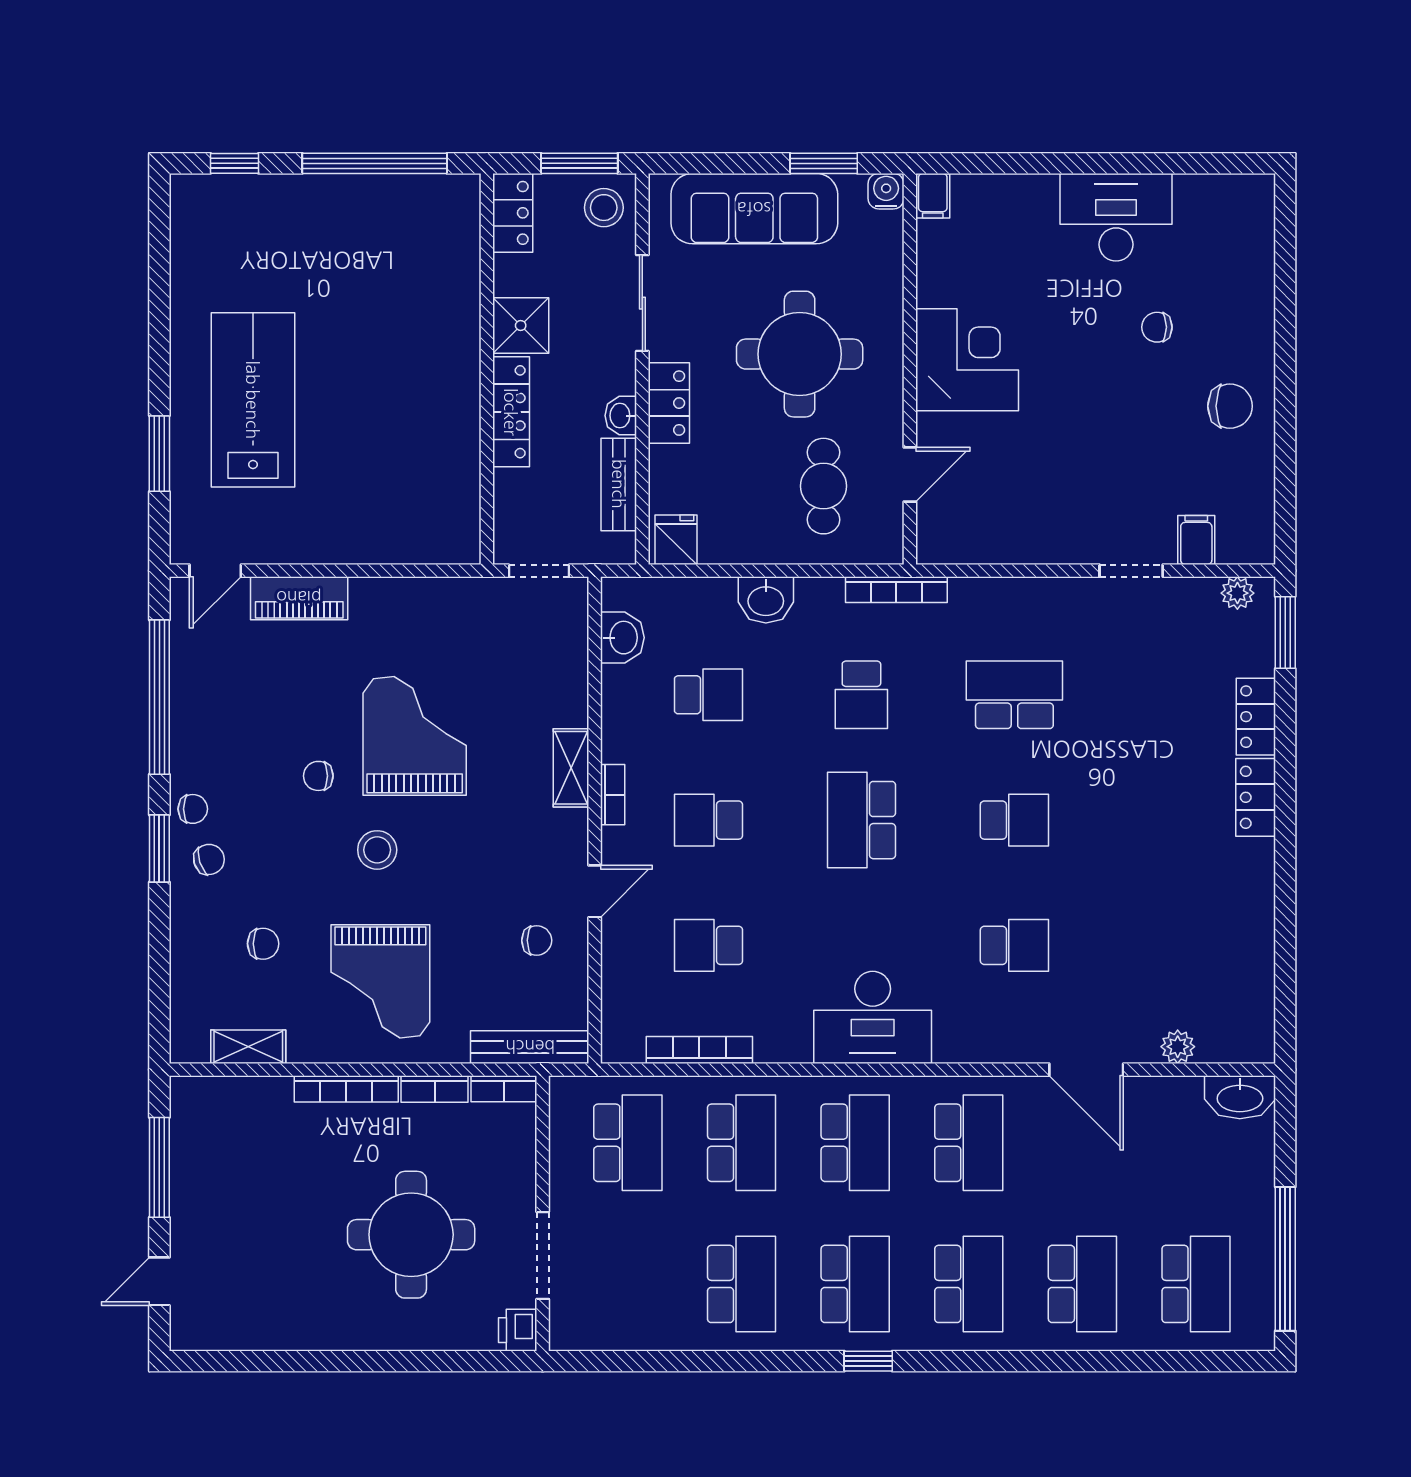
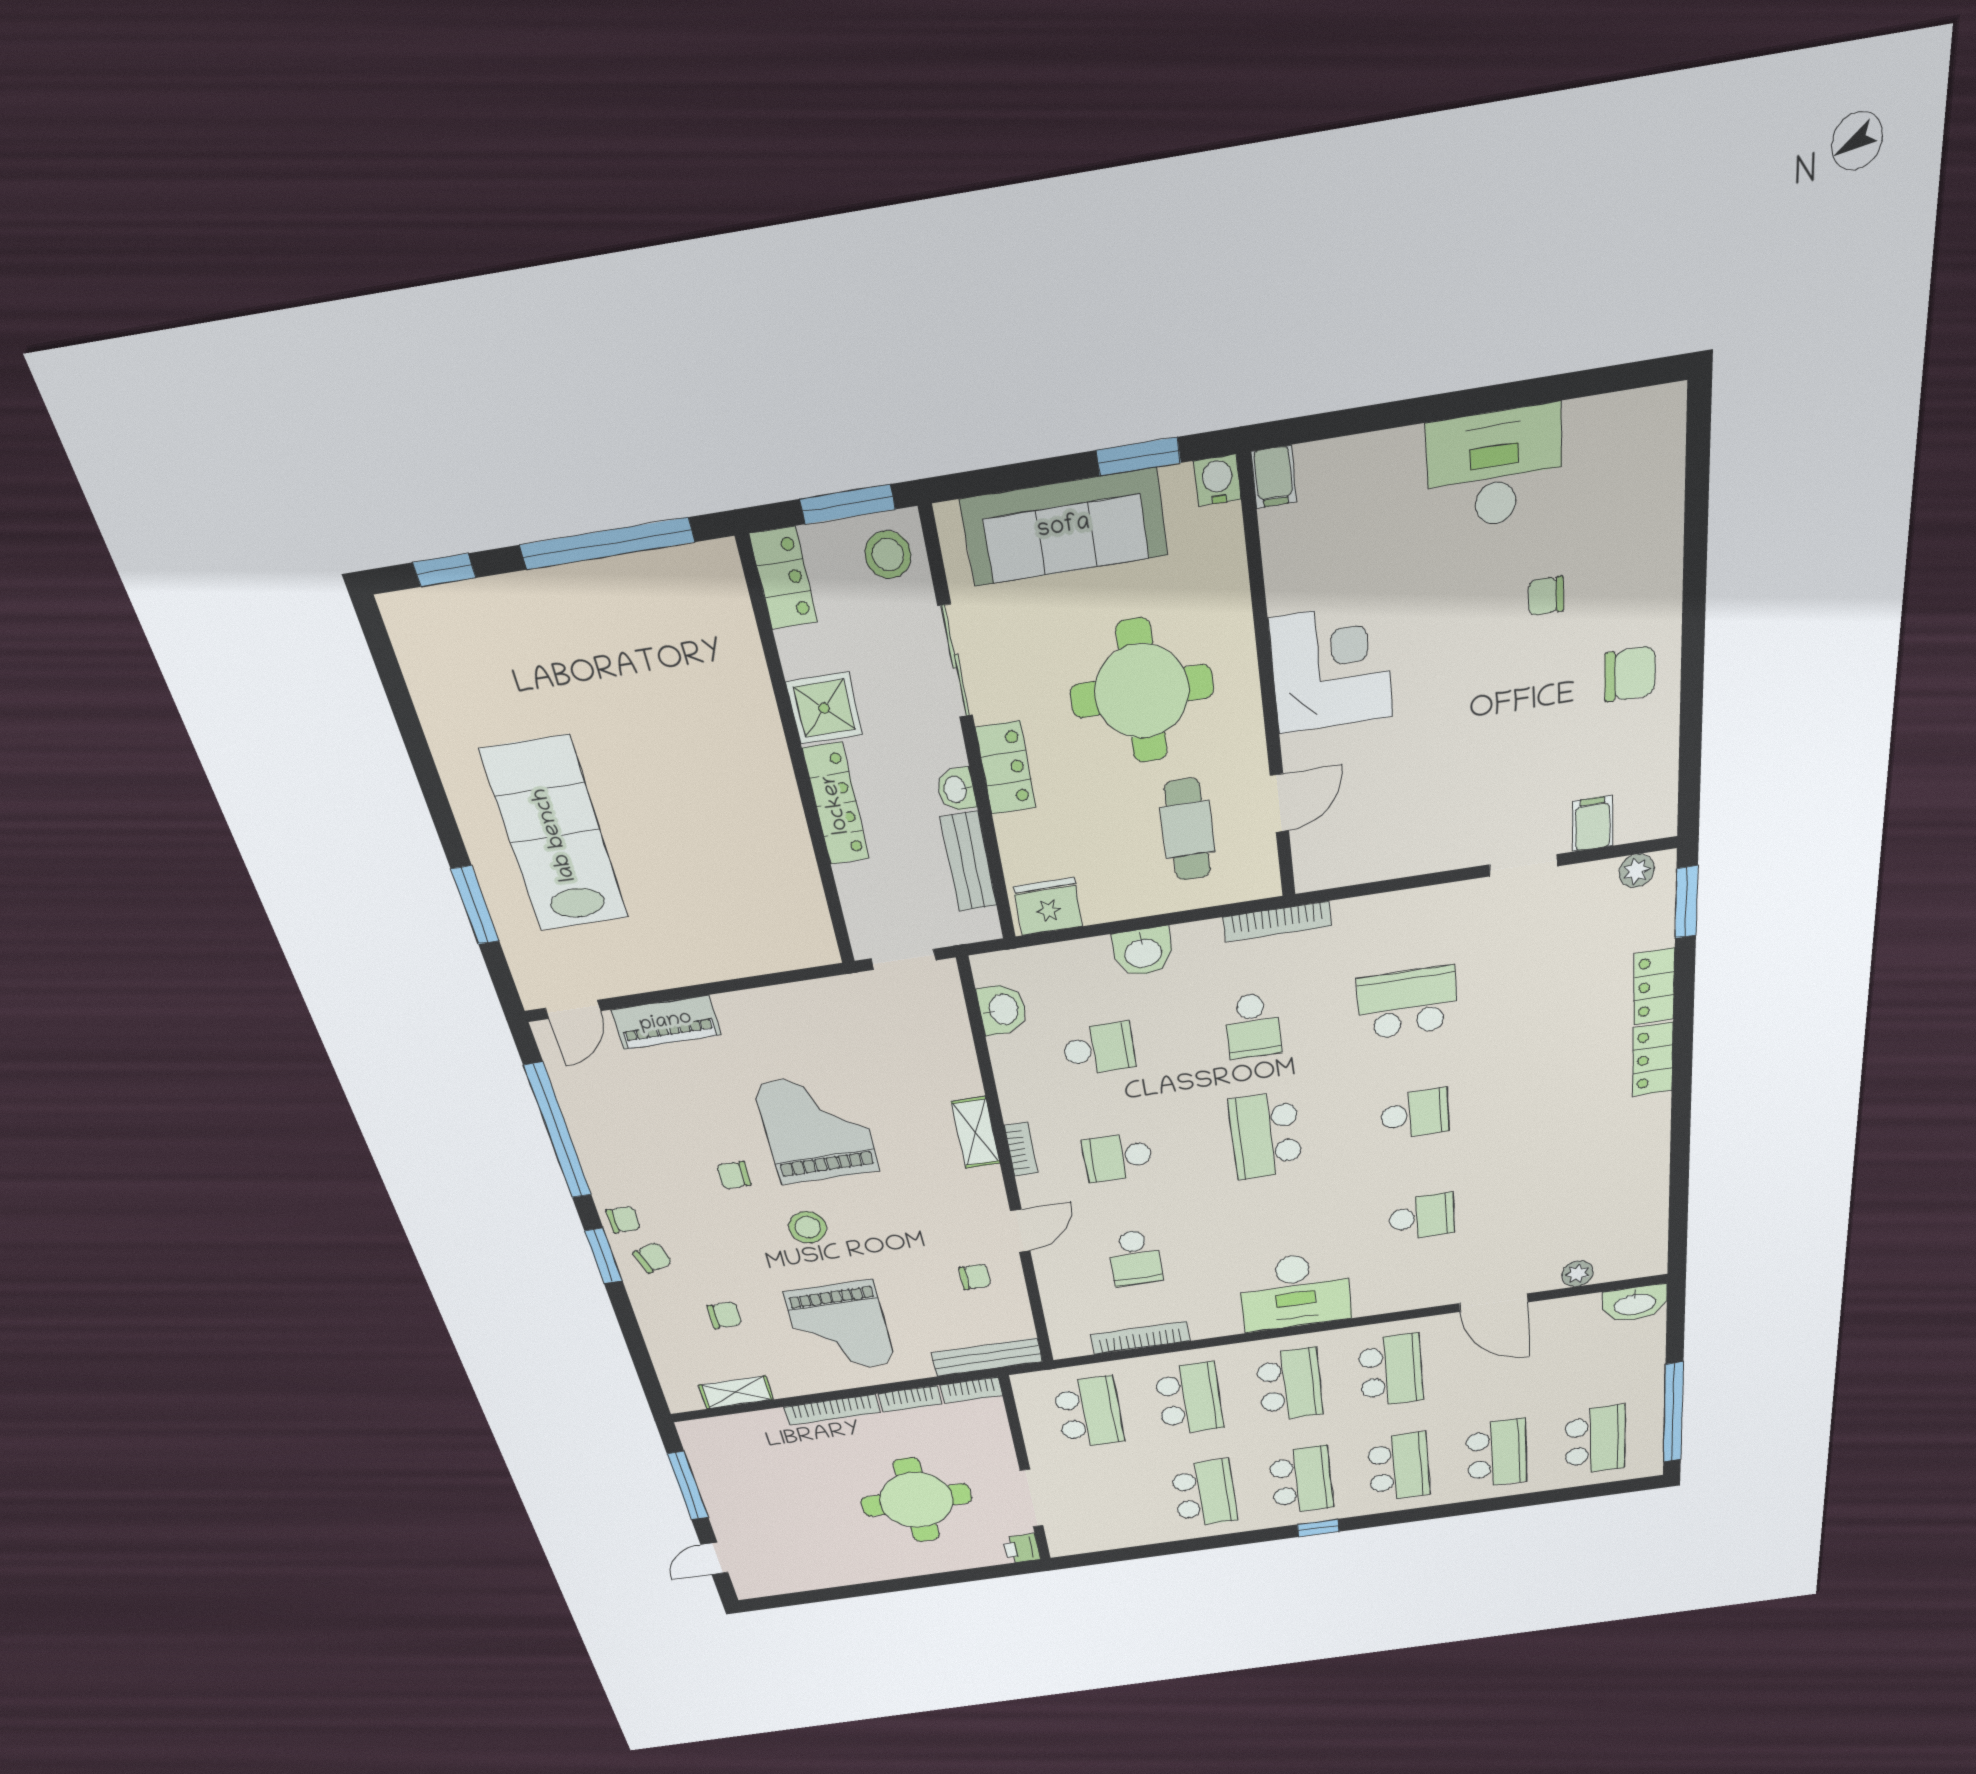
fridge: (676, 540) -> (1048, 906), width x1.38
school desk: (708, 945) -> (1135, 1258), turned -90

